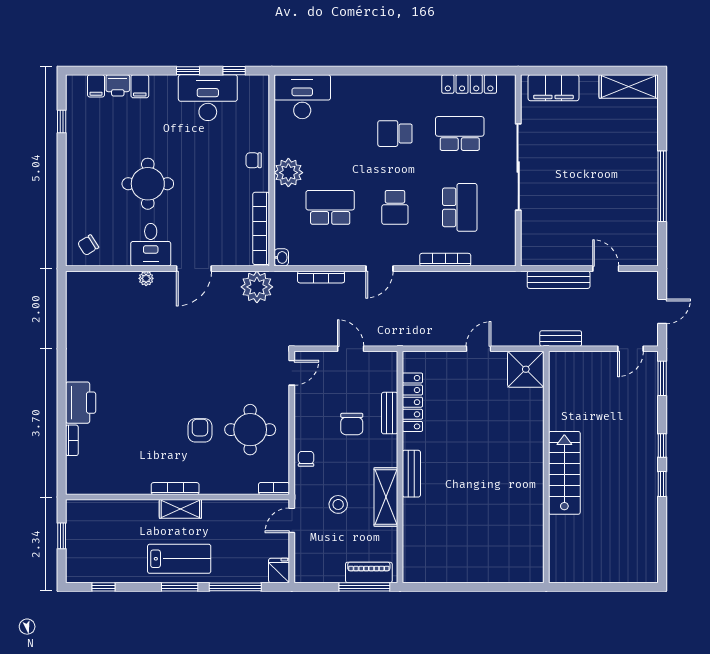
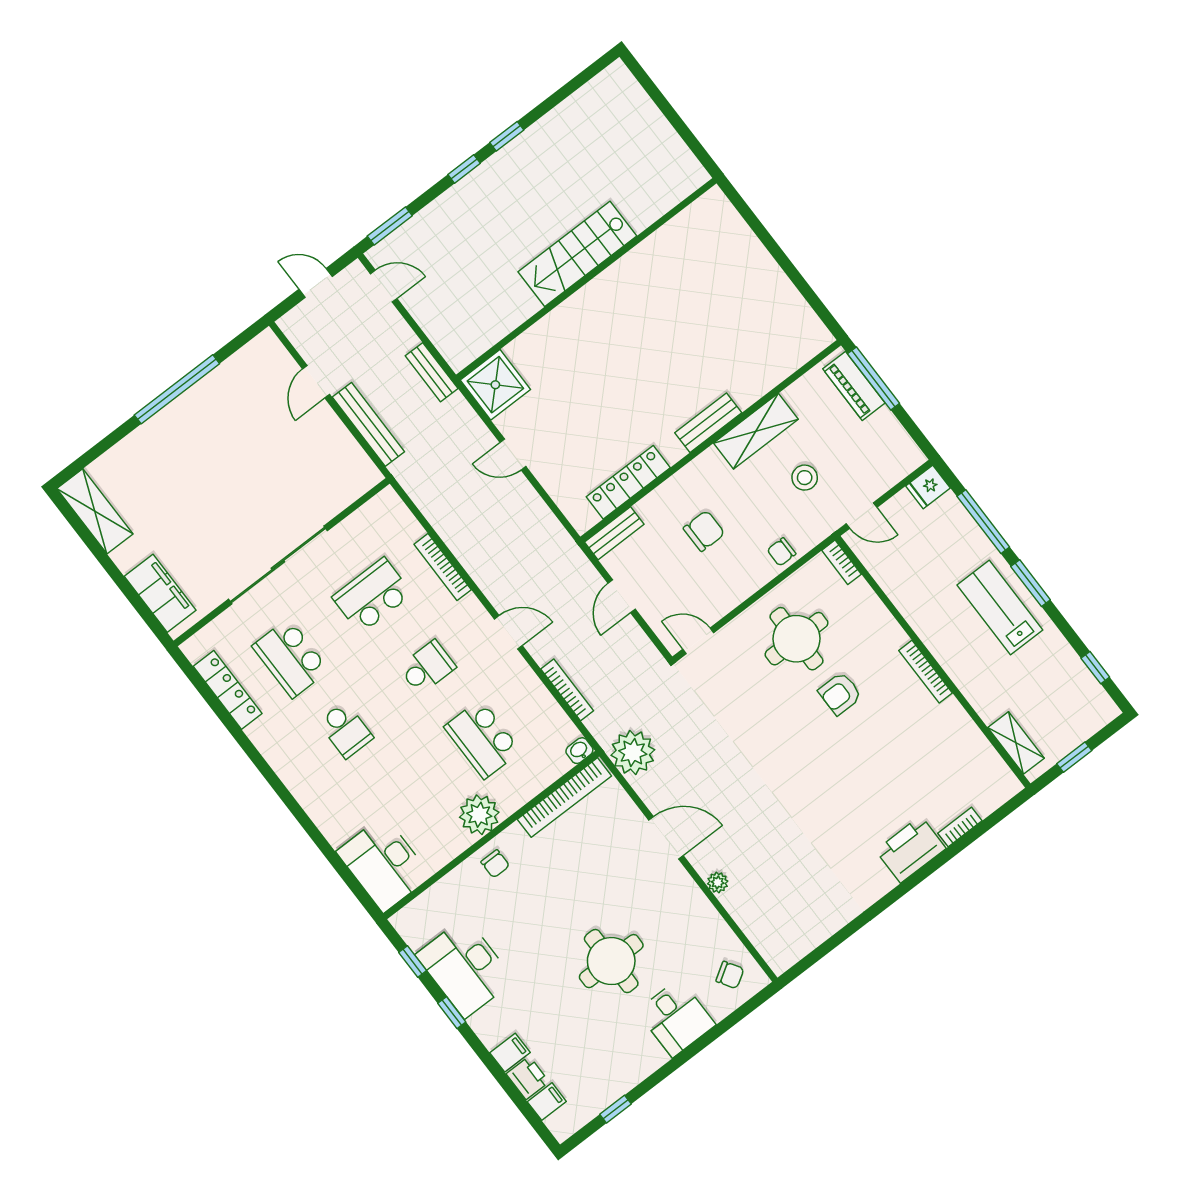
desk: (151, 245) -> (676, 1018), moved, turned 90
bench: (390, 413) -> (614, 533), moved
shelving: (180, 509) -> (1016, 743), moved

